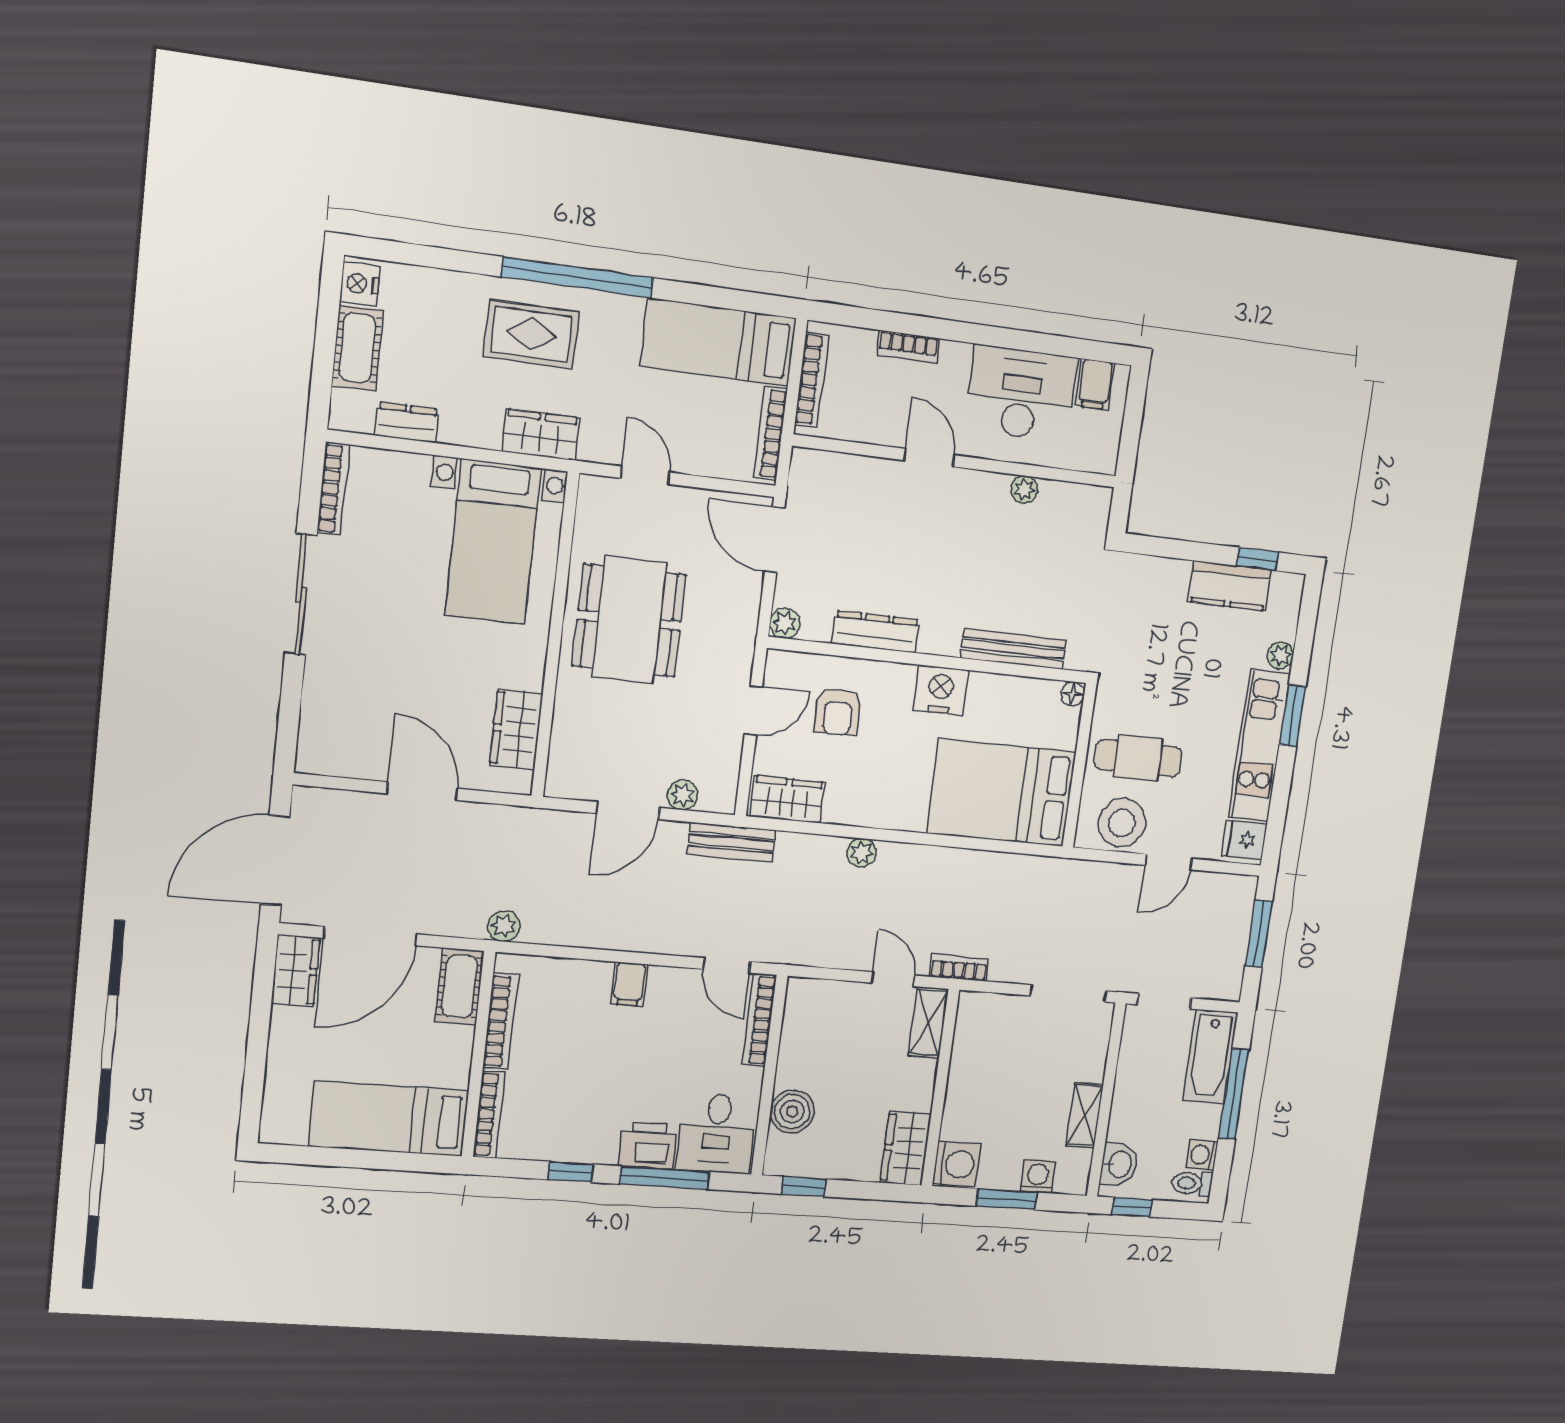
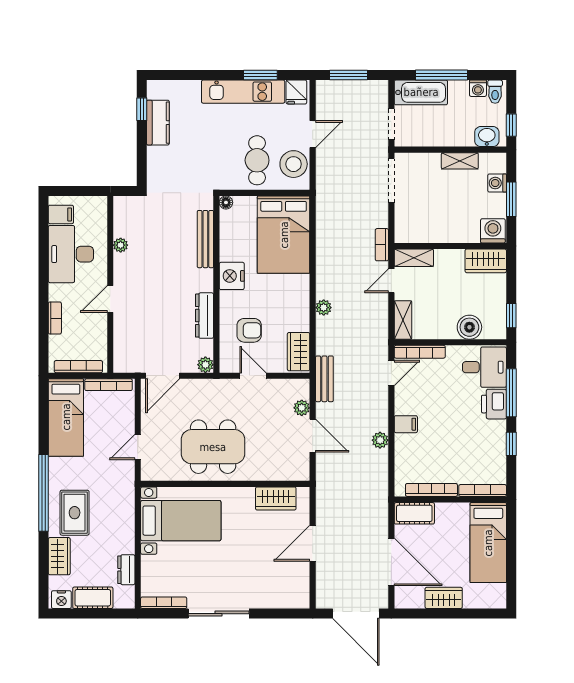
wardrobe: (541, 435) -> (59, 556), moved, turned 180
plant: (1280, 656) -> (192, 87), removed
window: (1293, 716) -> (260, 75), moved
door: (1168, 862) -> (313, 134), hinge flipped
plant: (504, 926) -> (380, 440), moved
wardrobe: (296, 971) -> (444, 598), moved
shelving: (820, 994) -> (403, 320), added

